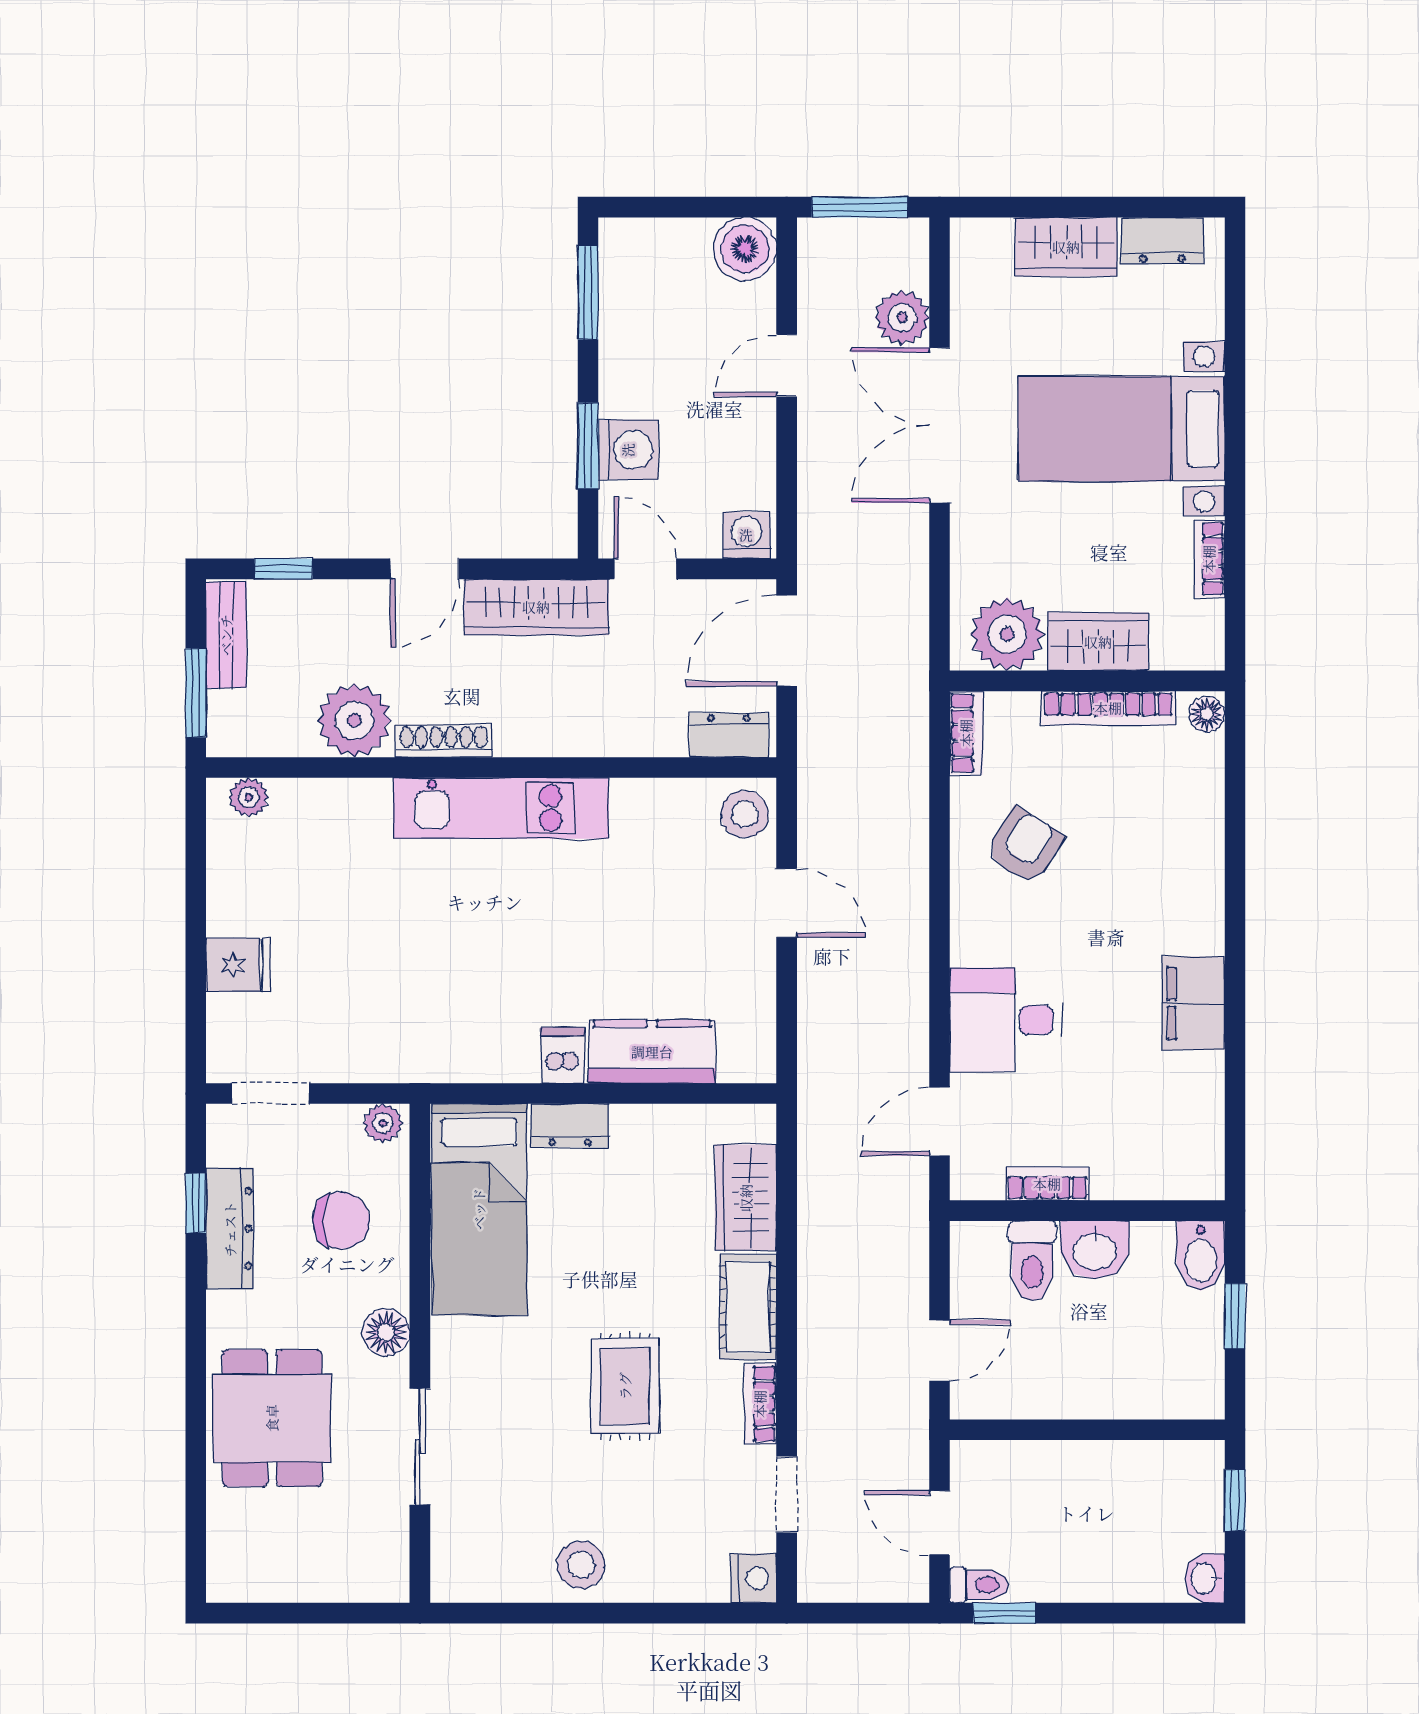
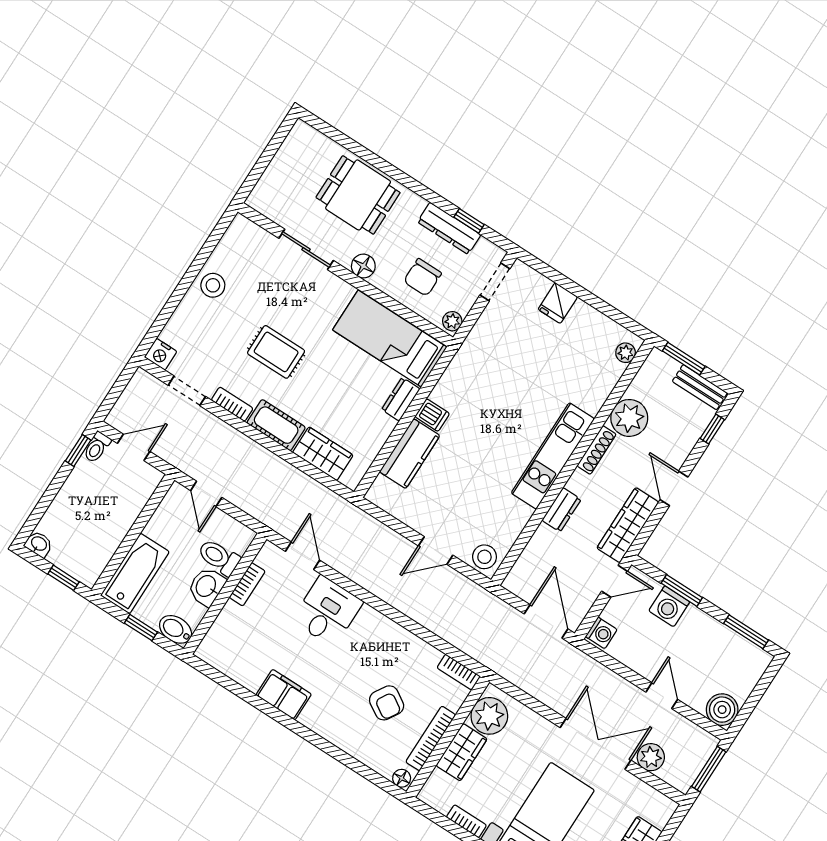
dresser: (729, 735) -> (562, 510), moved
armchair: (1024, 846) -> (387, 703), moved
bathtub: (1150, 1385) -> (135, 574), added

